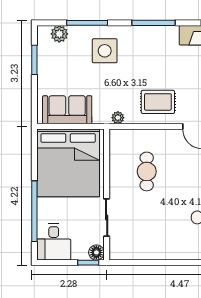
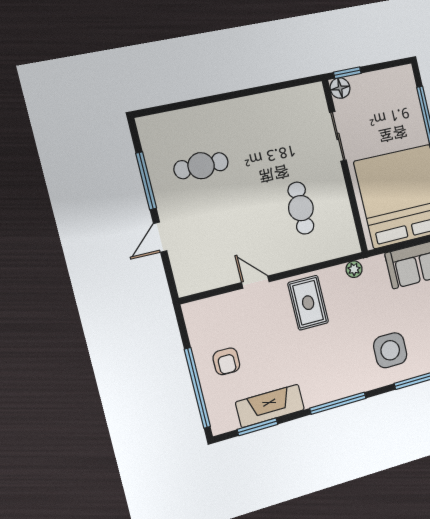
rug: (158, 102) -> (308, 303), turned 90
desk: (54, 242) -> (396, 91), removed

